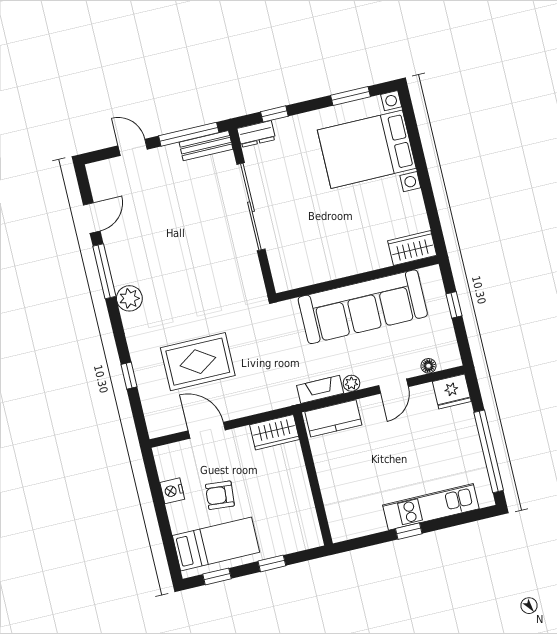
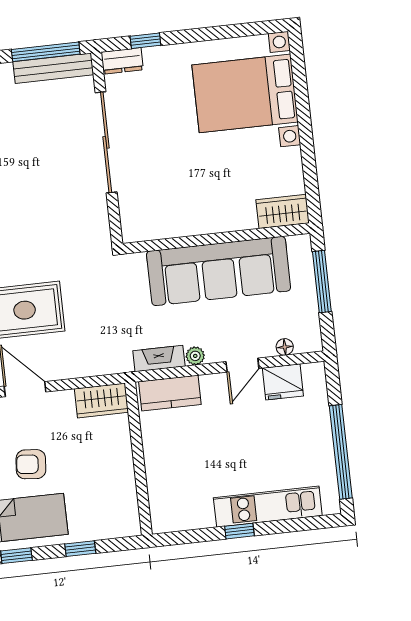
window: (350, 96) -> (234, 31), removed
bench: (206, 146) -> (53, 68), width x1.36
window: (454, 305) -> (322, 282), width x2.17
fridge: (452, 392) -> (283, 382), moved

